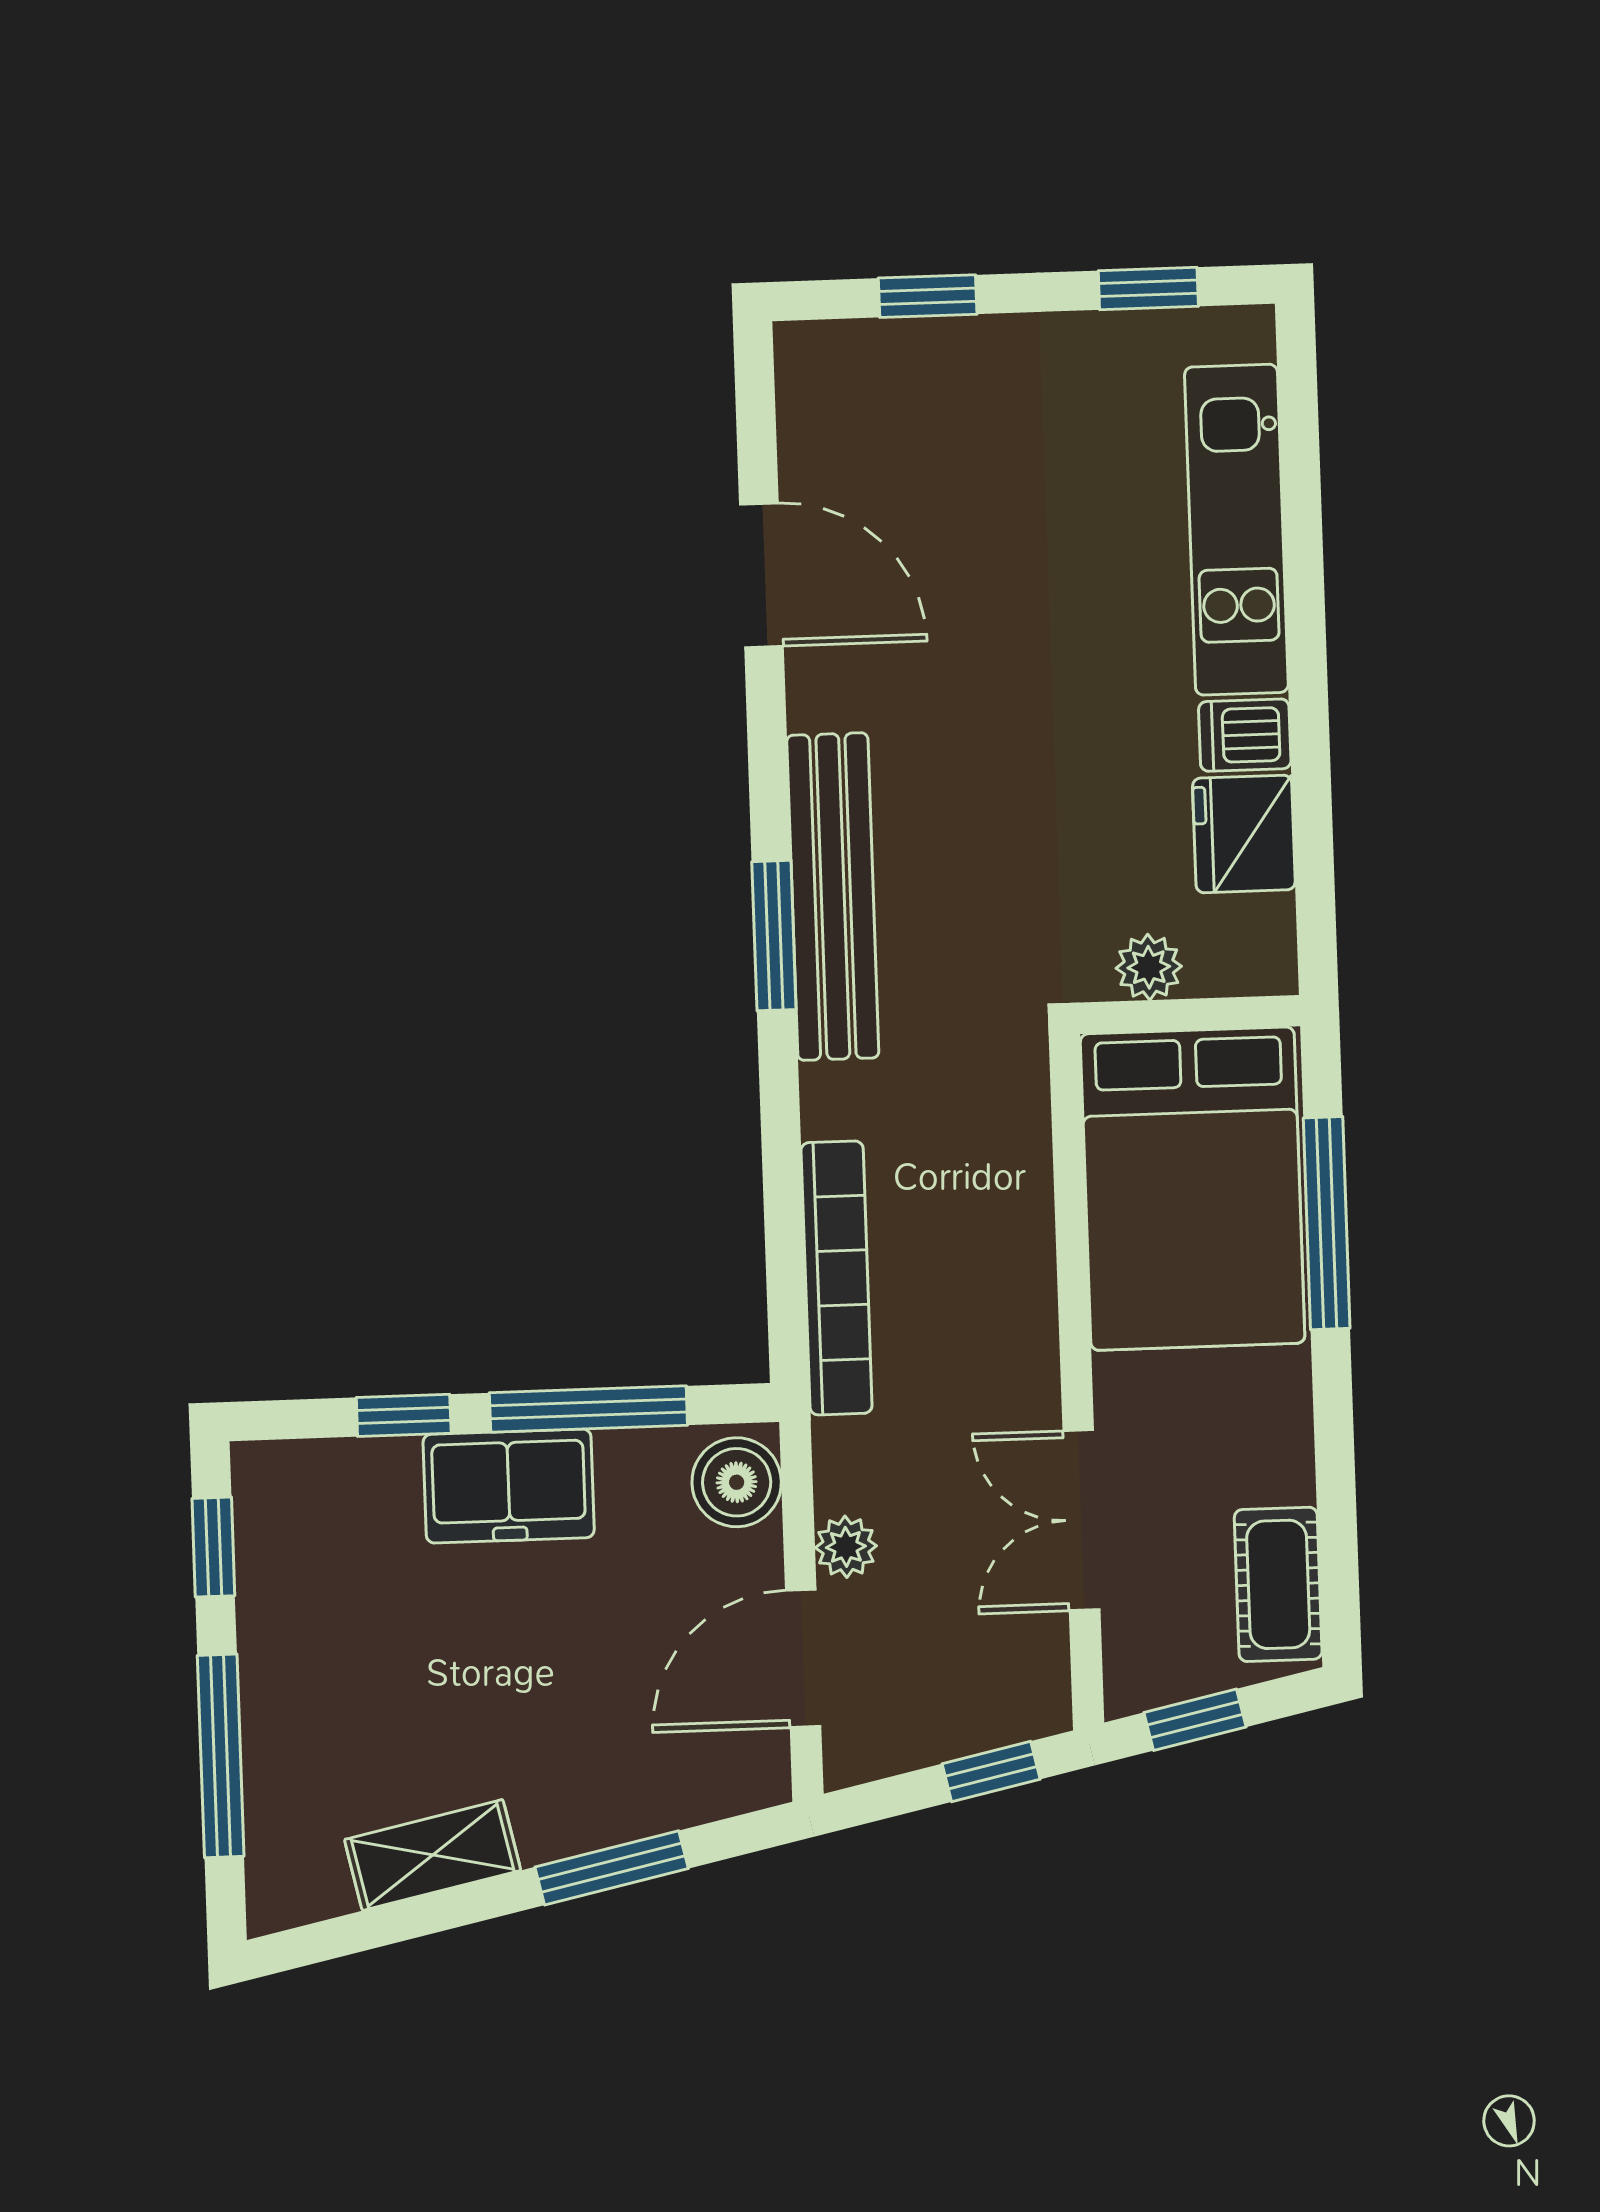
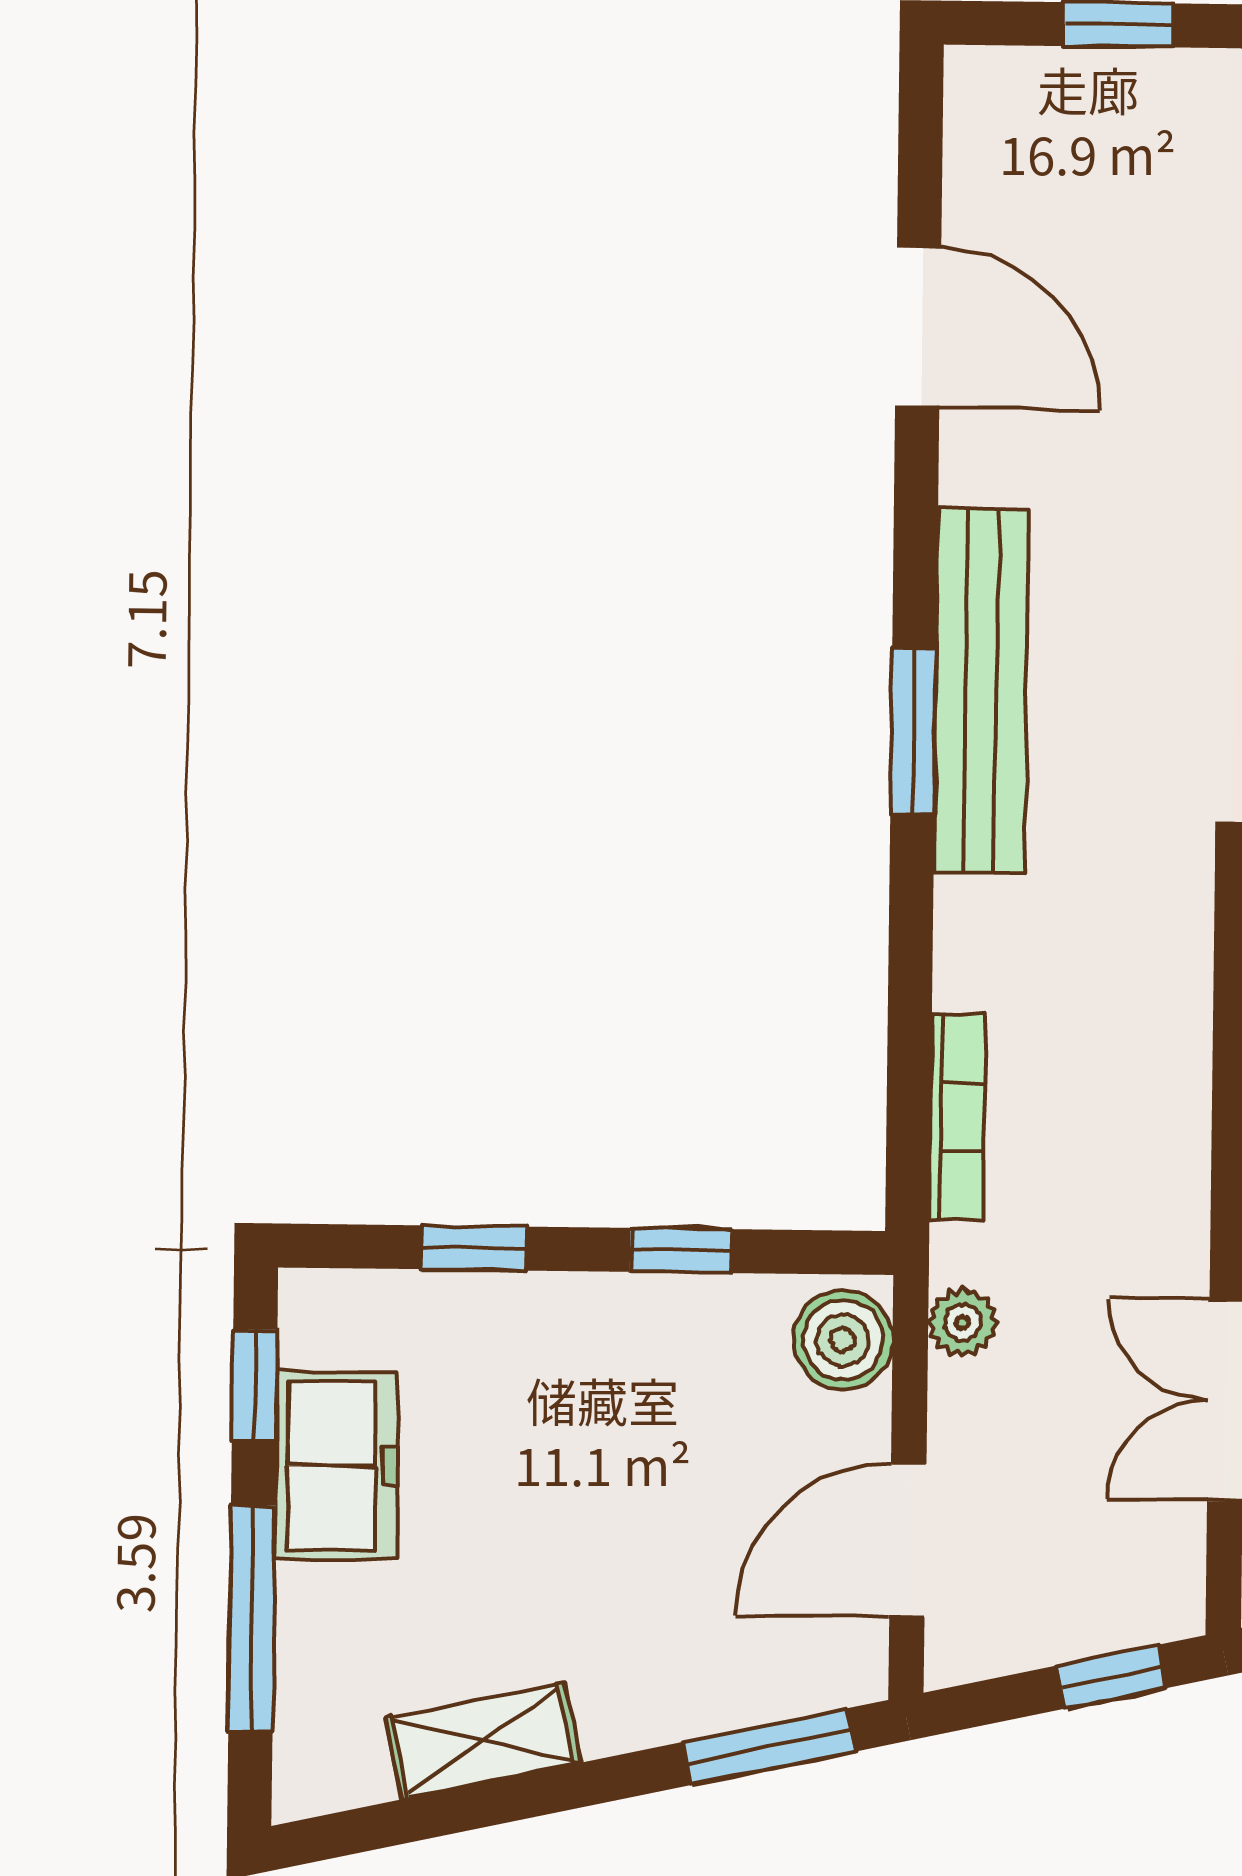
bookcase: (837, 1278) -> (957, 1117), width x0.68, depth x0.76
window: (588, 1409) -> (681, 1250), width x0.46
freezer: (509, 1486) -> (337, 1466), moved, turned -90
plant: (846, 1547) -> (963, 1323), moved
window: (612, 1868) -> (768, 1747), moved

